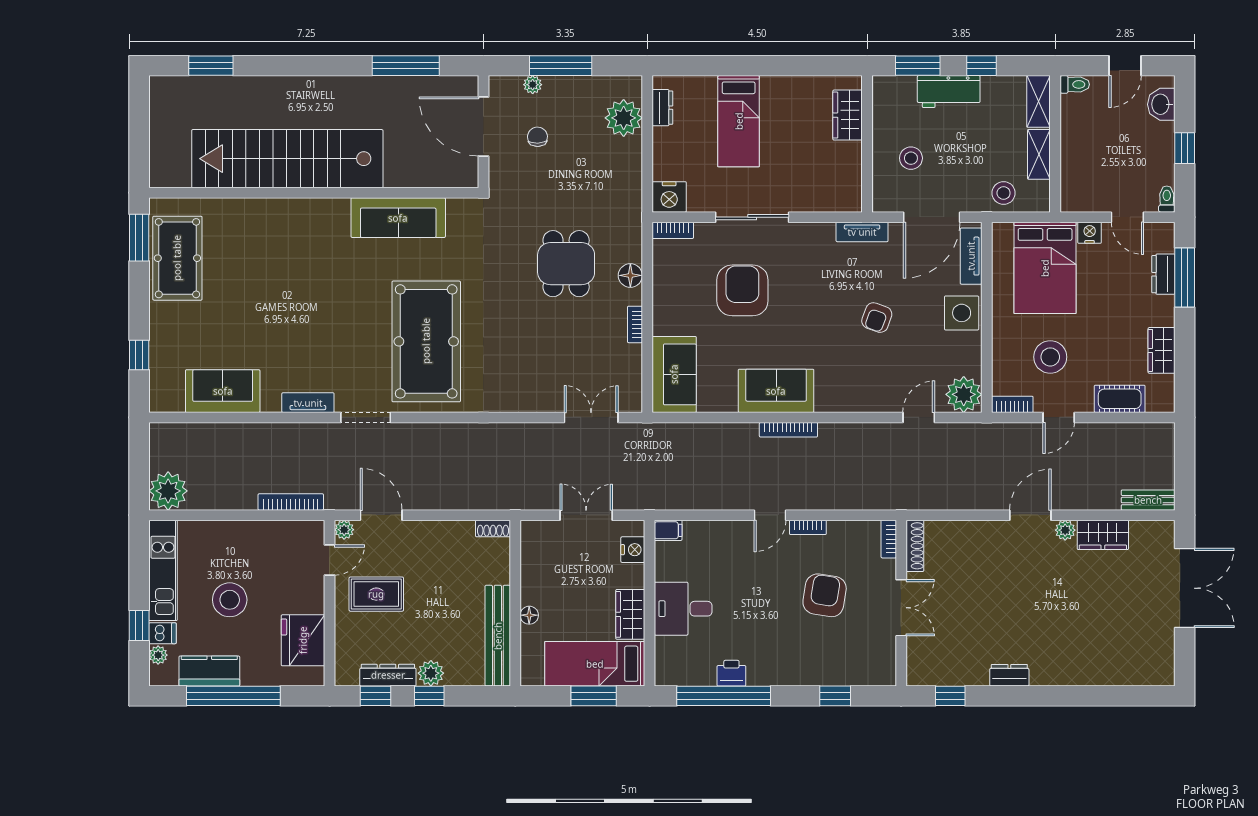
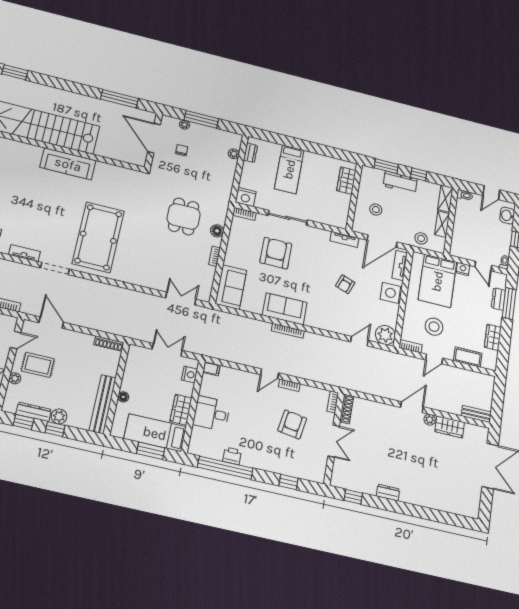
plant: (624, 118) -> (234, 154), width x0.53, depth x0.53
sofa: (398, 218) -> (68, 164), moved
shoe rack: (493, 528) -> (109, 344), width x1.43
plant: (344, 530) -> (15, 378), moved

